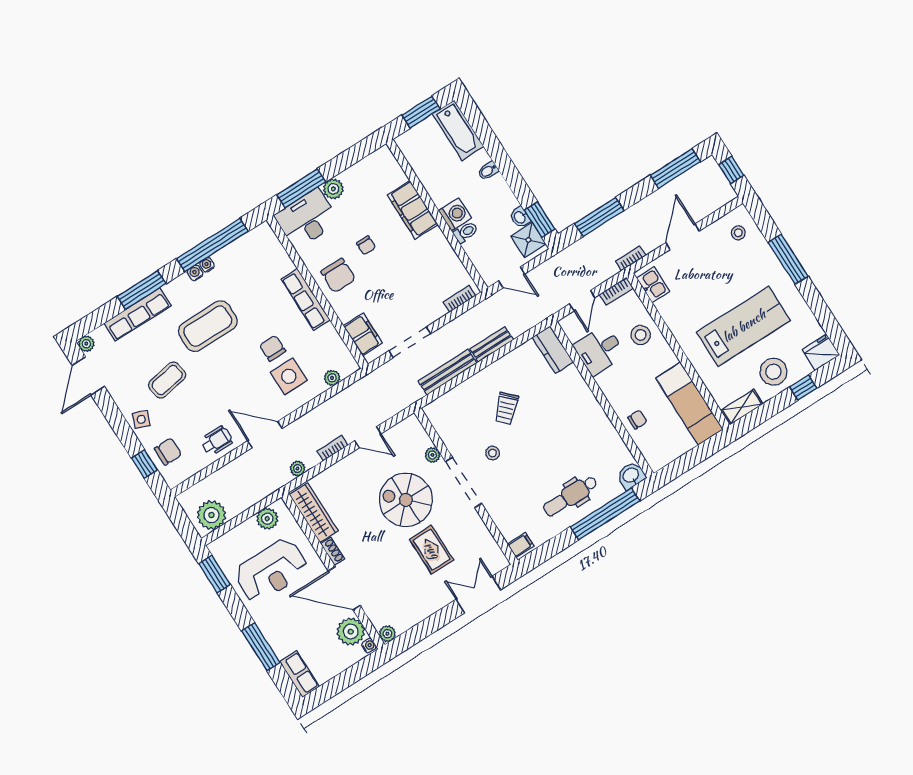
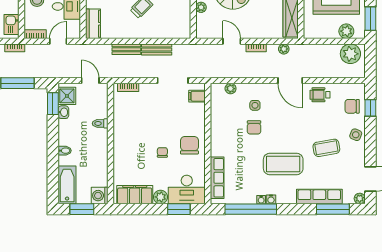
window: (301, 188) -> (179, 209), width x0.69
filing cabinet: (413, 210) -> (135, 195), moved, turned -90
washing machine: (455, 214) -> (100, 196), moved
window: (142, 290) -> (333, 209), moved
row of seats: (306, 300) -> (217, 178), moved
filing cabinet: (363, 334) -> (197, 96), width x0.50
bench: (447, 372) -> (157, 50), width x0.73
side table: (289, 376) -> (255, 105), width x0.54, depth x0.54
plant: (267, 519) -> (346, 31), moved

